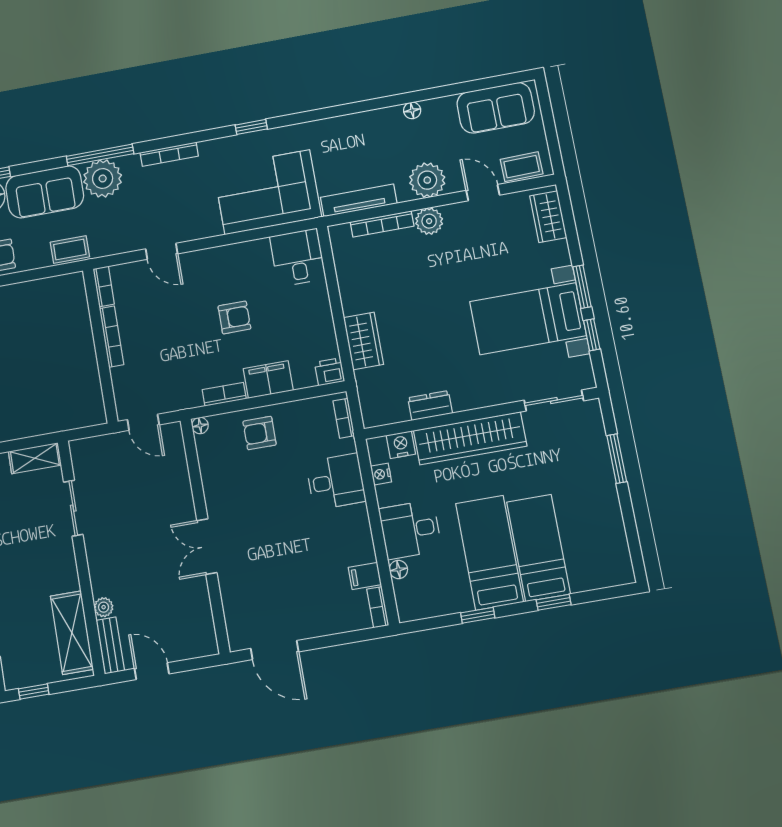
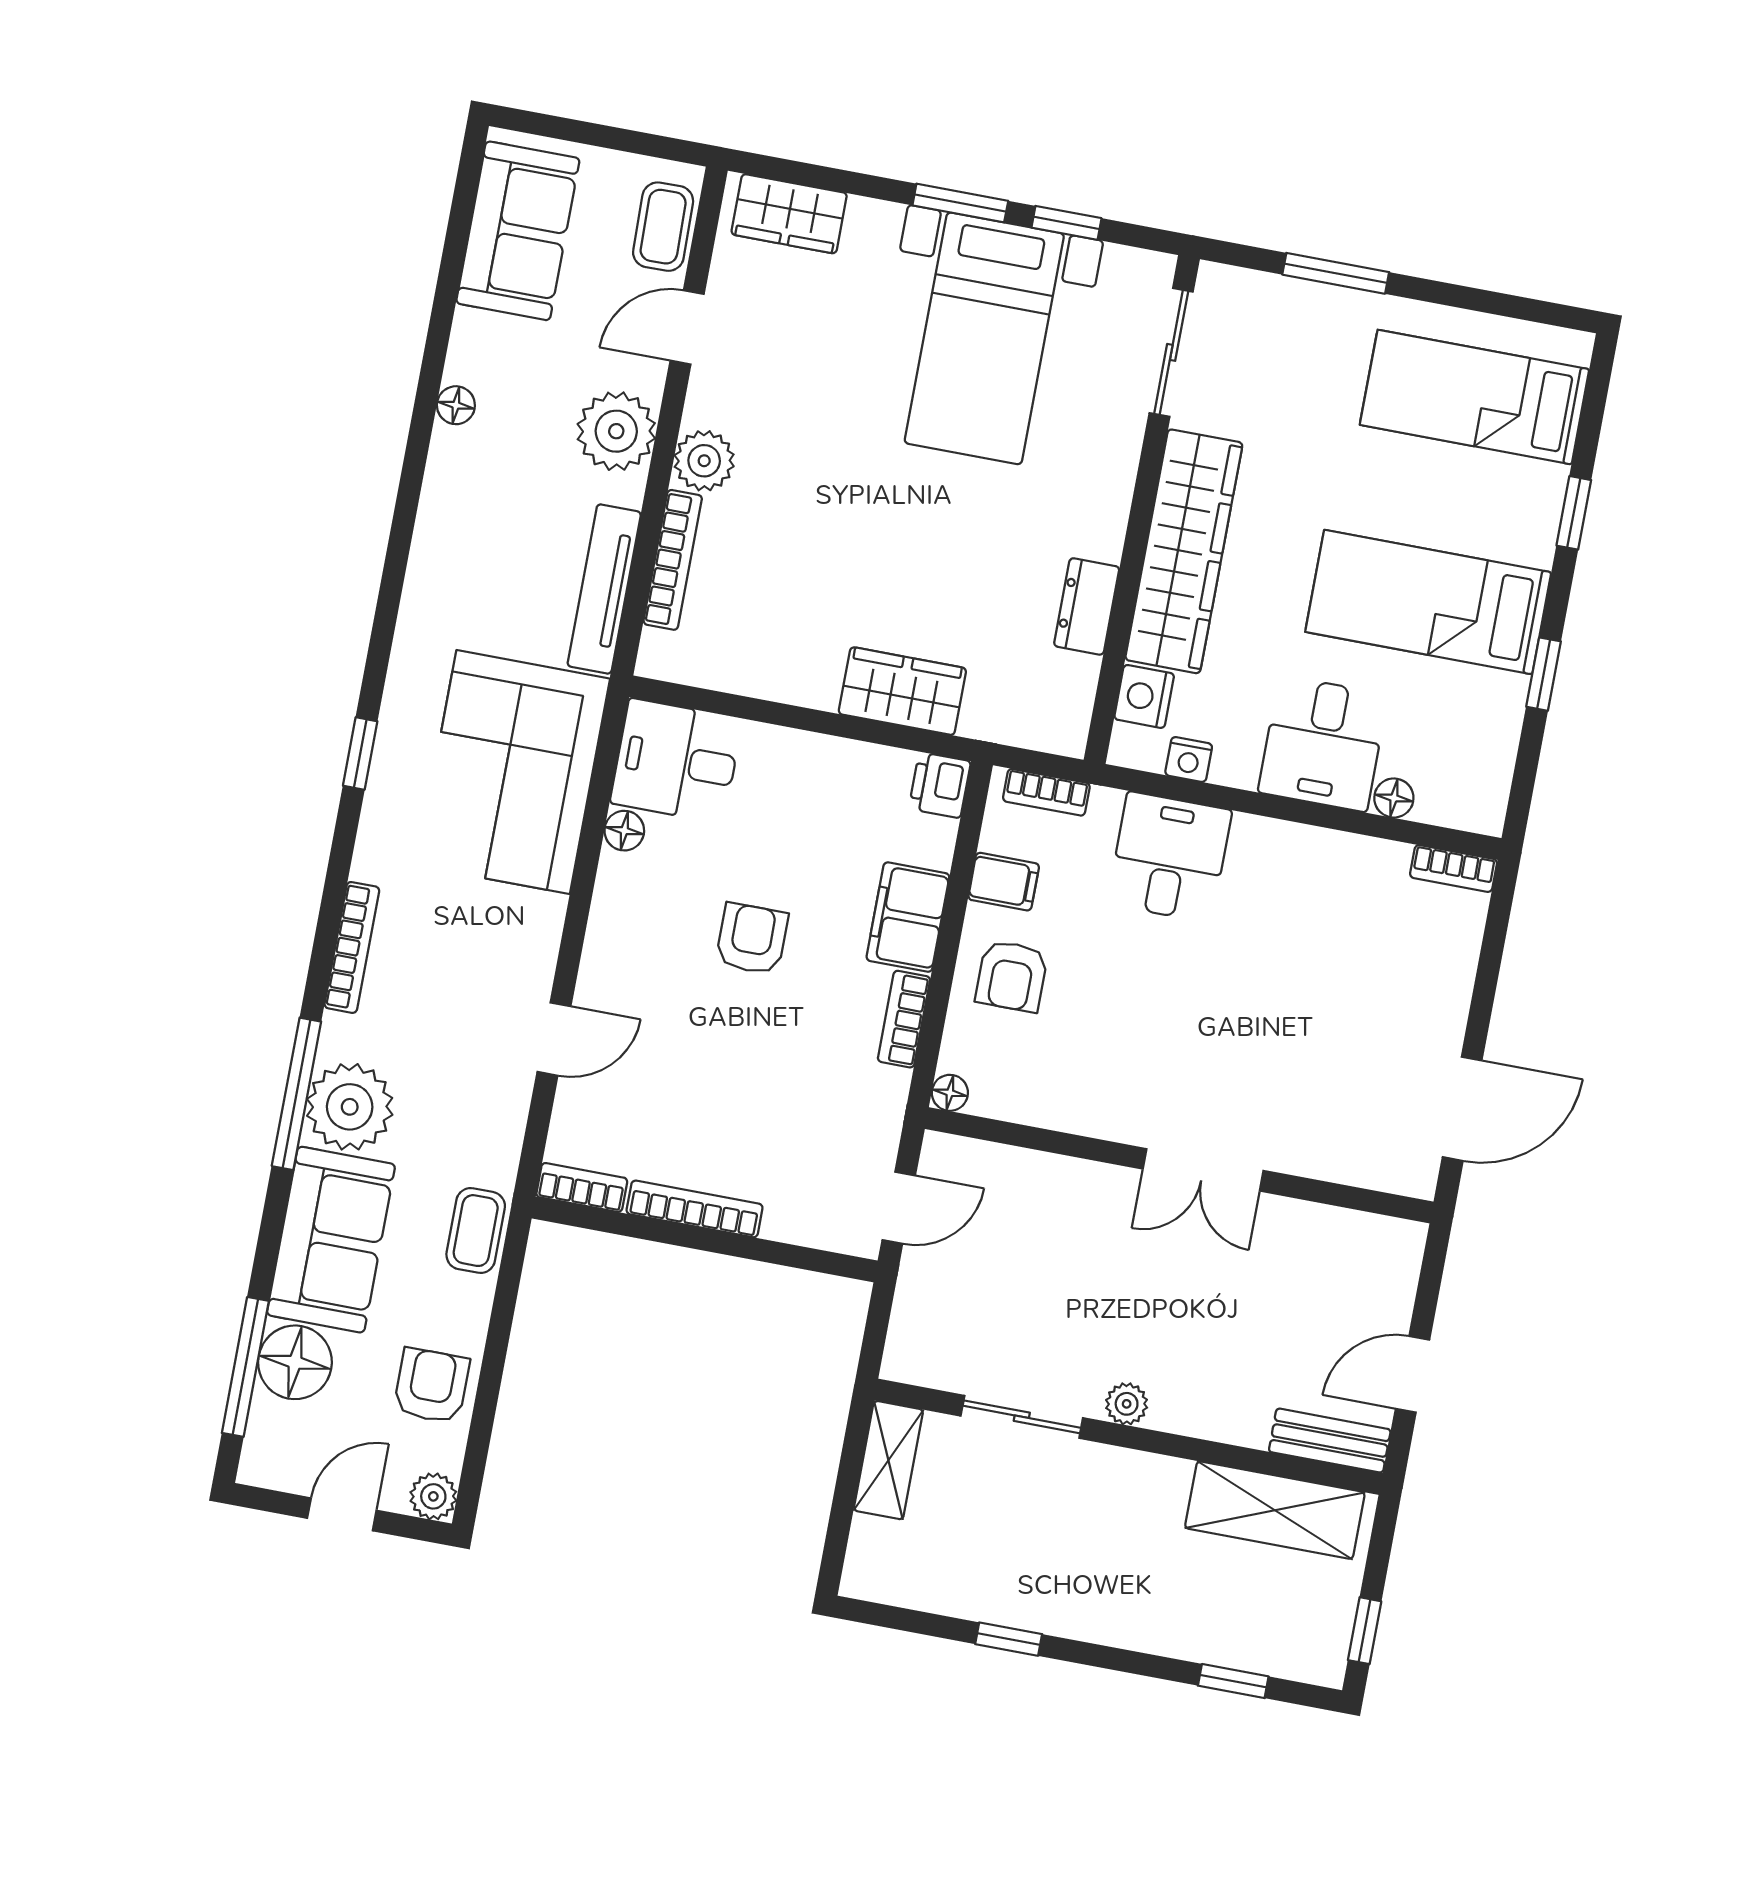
floor lamp: (260, 247) -> (624, 831), added
bed: (538, 548) -> (1475, 397), moved
filing cabinet: (365, 576) -> (1004, 882), moved, turned -90
plant: (104, 607) -> (1127, 1404), moved

